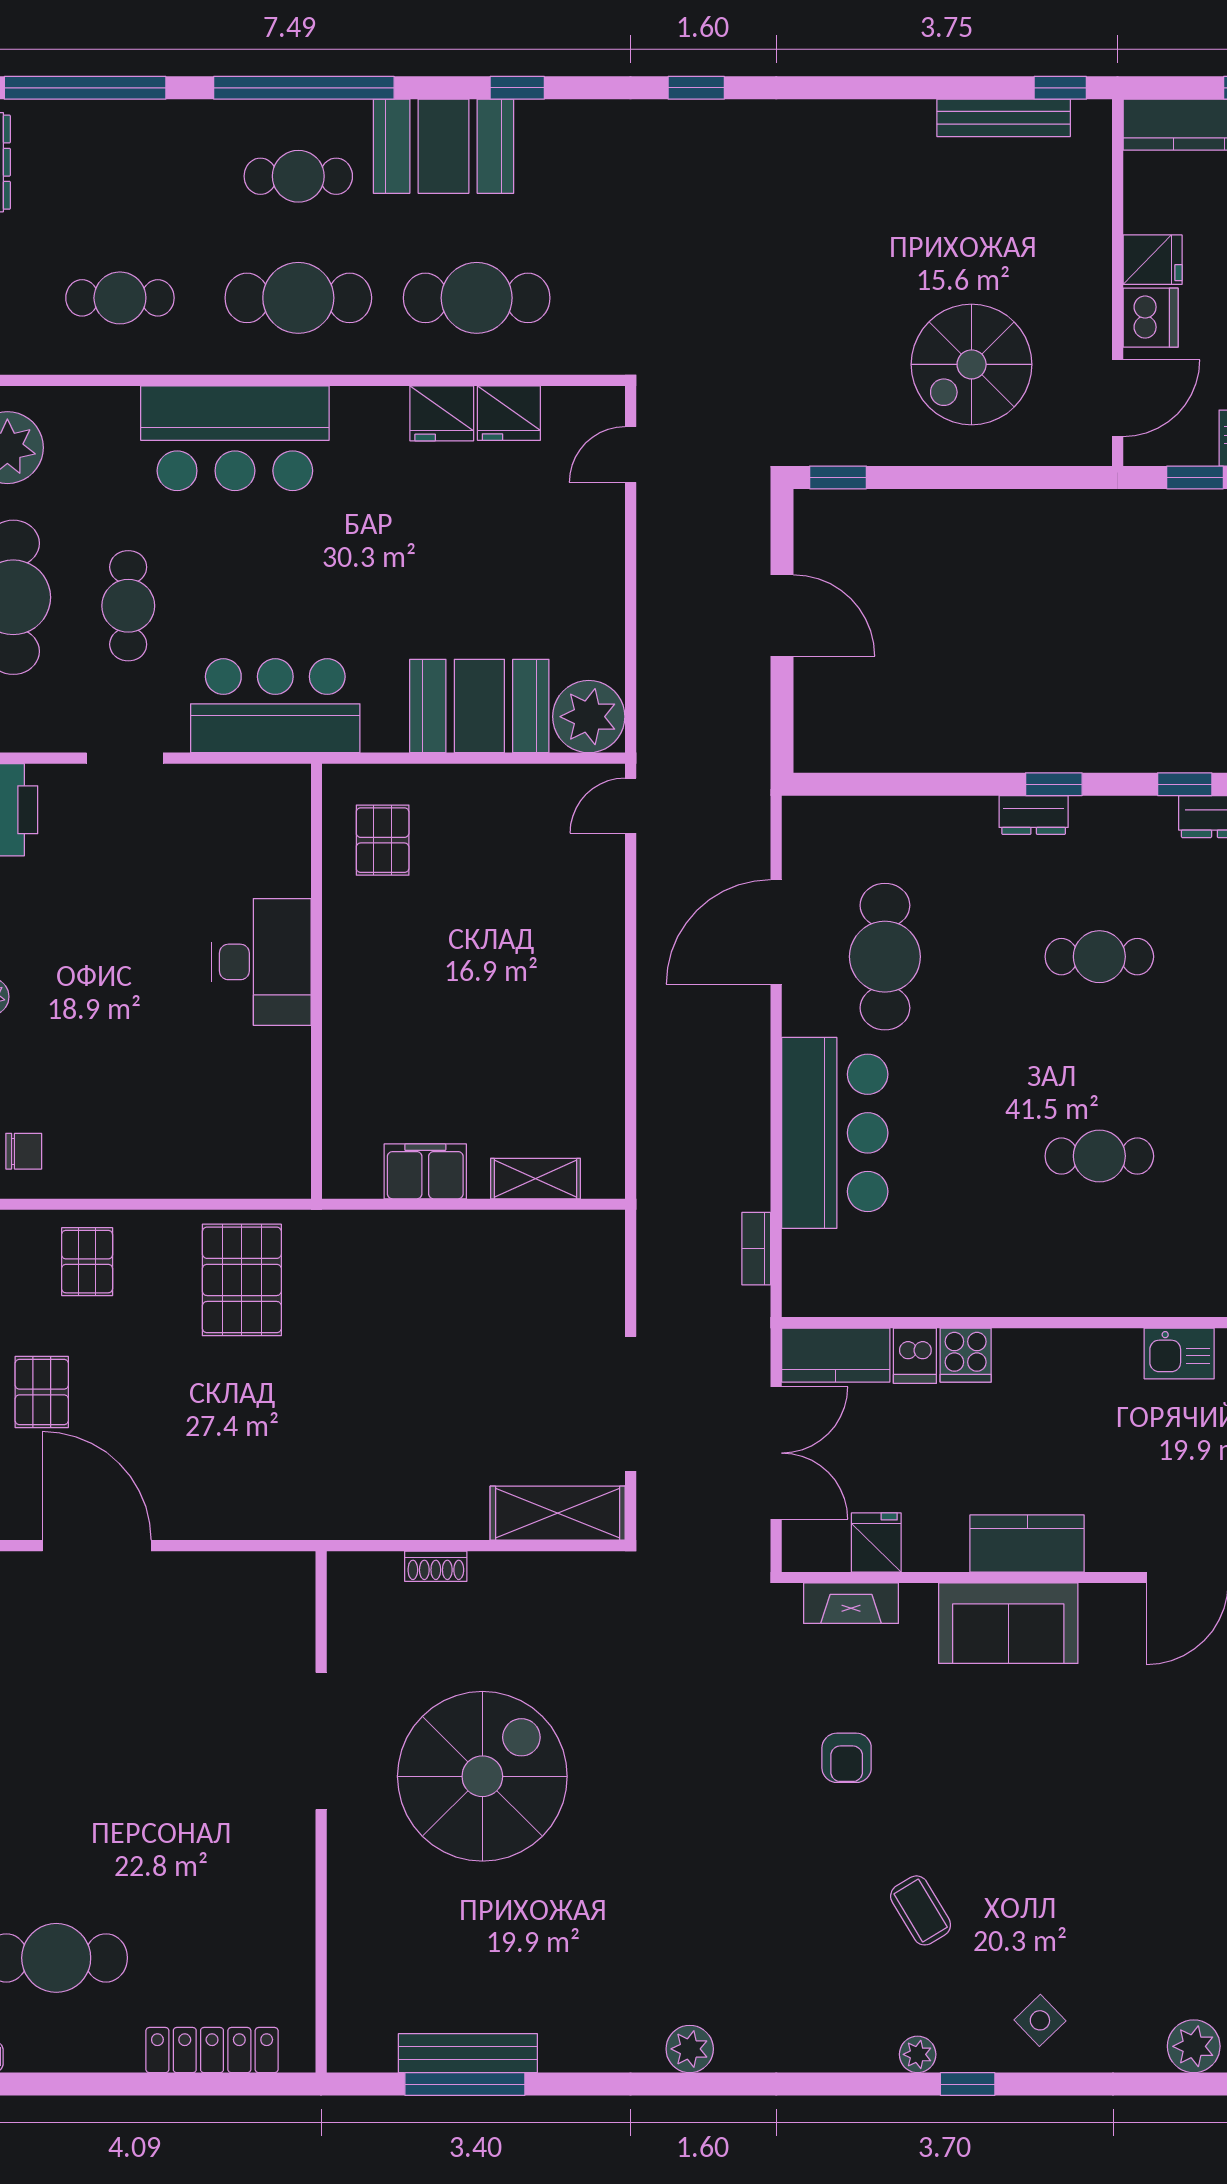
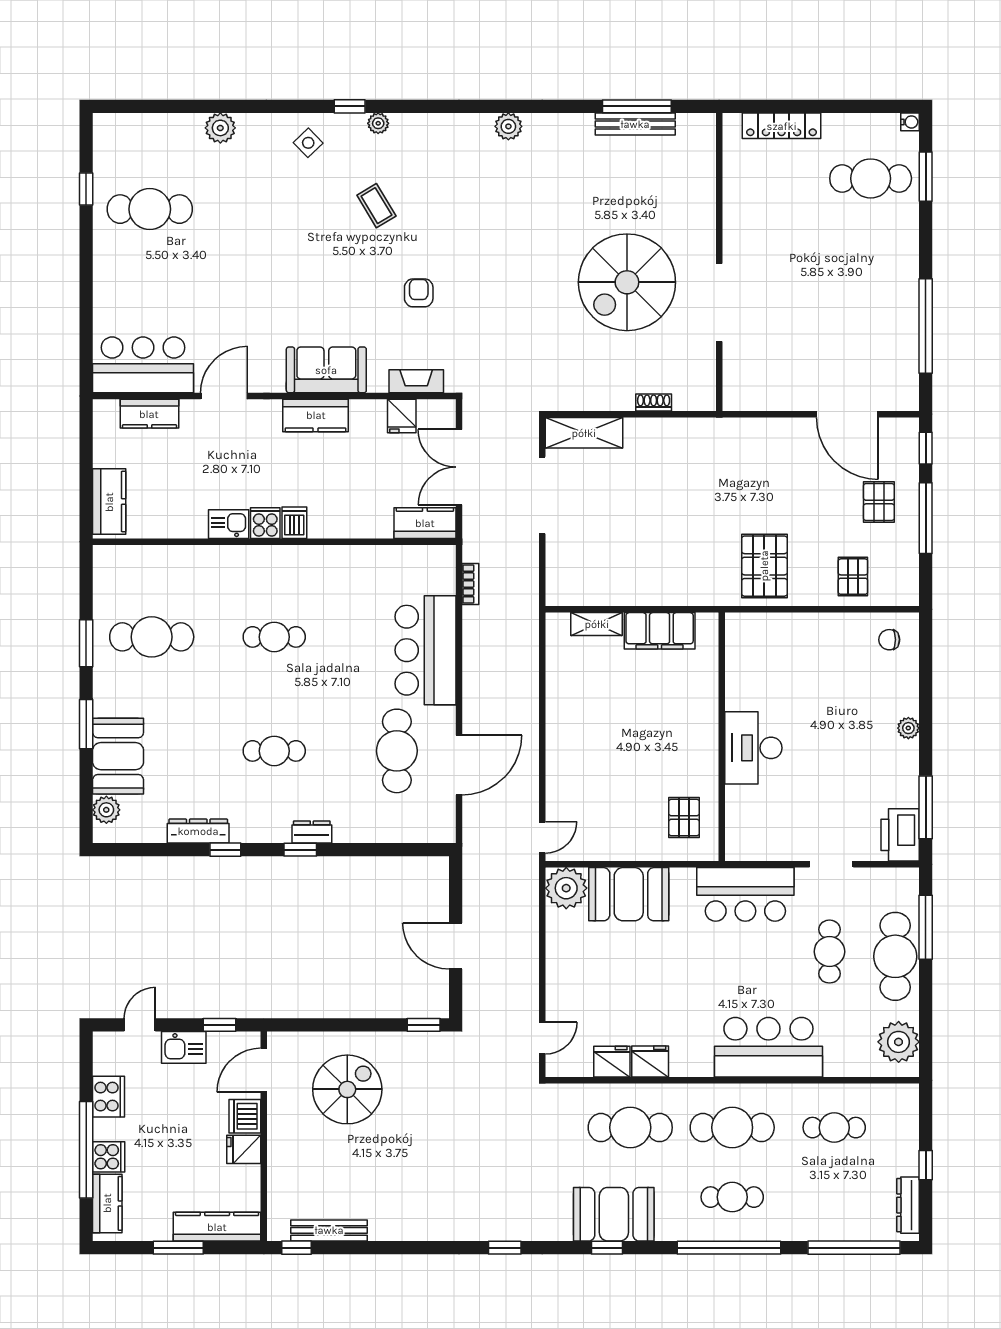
booth: (444, 146) -> (614, 1214), moved
filing cabinet: (425, 1171) -> (660, 631), width x1.50, depth x1.17
cooker: (966, 1355) -> (265, 523), moved
dishwasher: (915, 1356) -> (294, 523), moved

